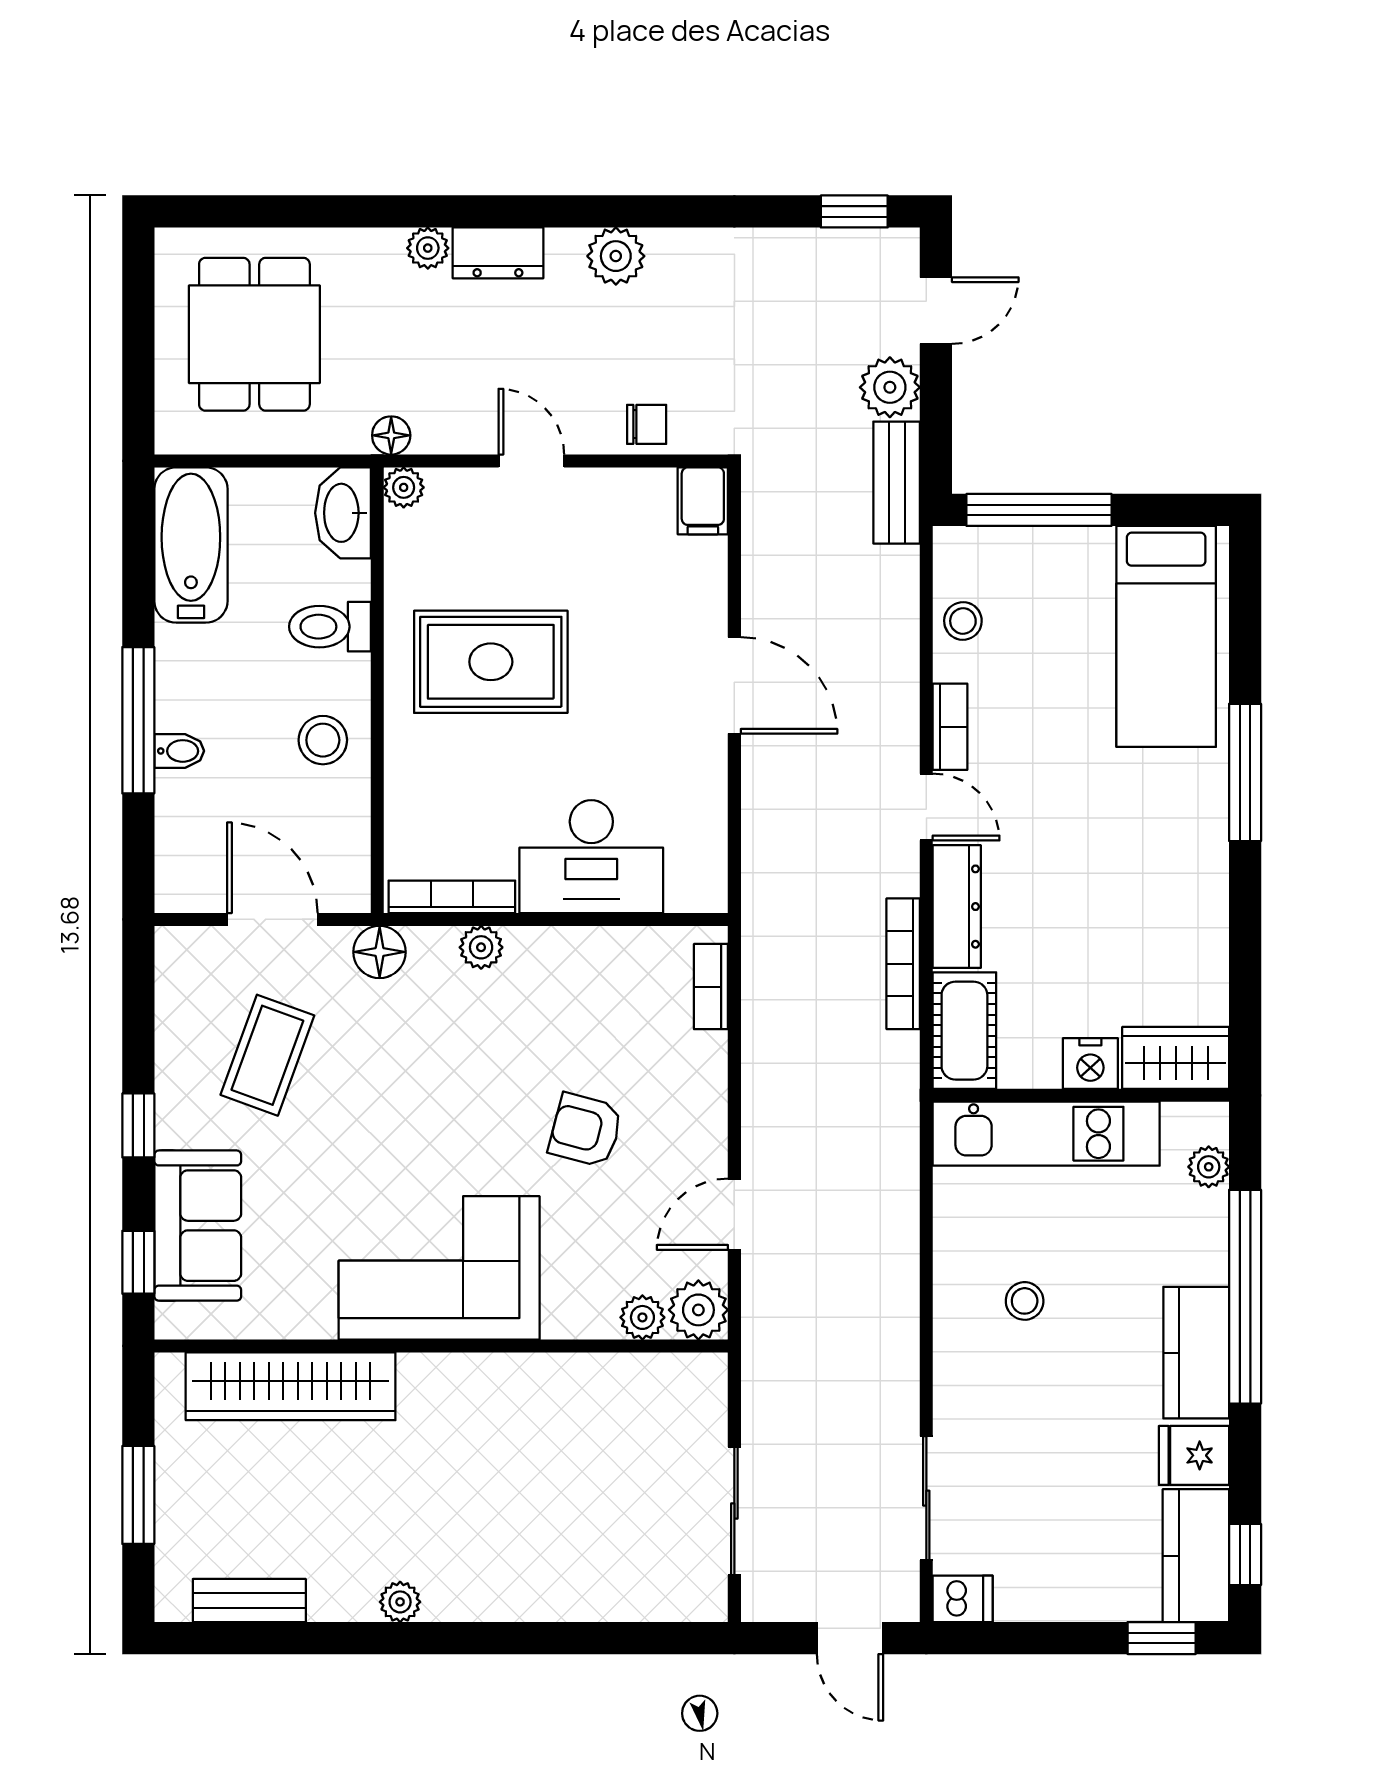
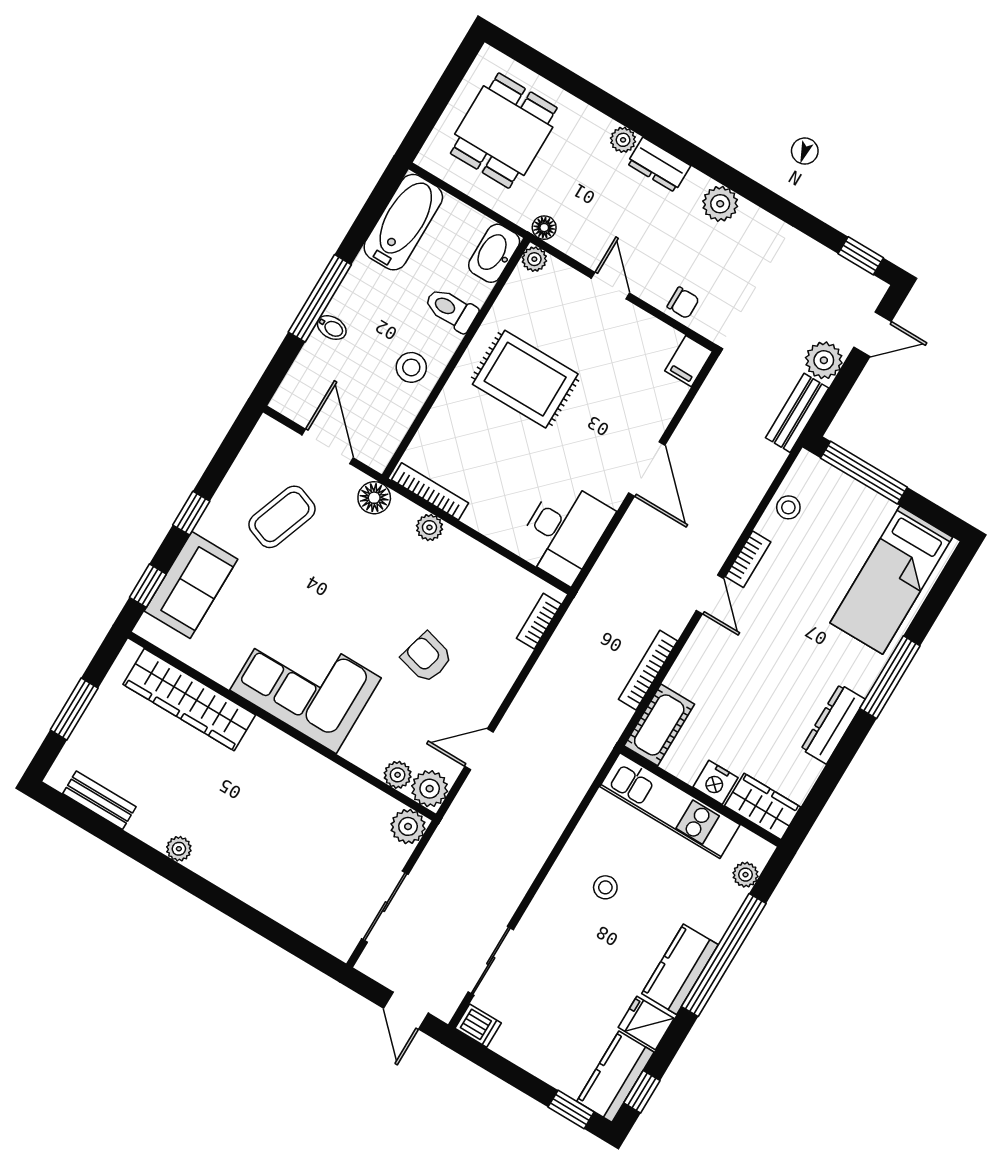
desk: (591, 857) -> (564, 532), moved, turned -90
dresser: (957, 907) -> (833, 724), moved, turned 180
plant: (700, 1380) -> (408, 826), added

